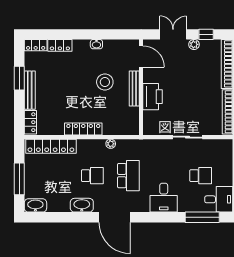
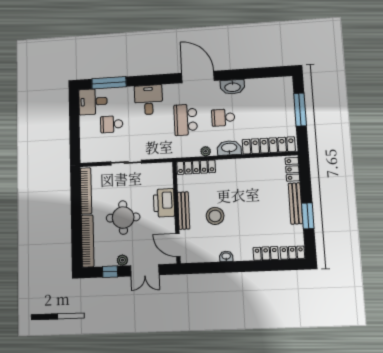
round table: (192, 85) -> (123, 218), added
locker: (83, 129) -> (196, 167), moved
washbasin: (35, 205) -> (229, 148), moved, turned 180

